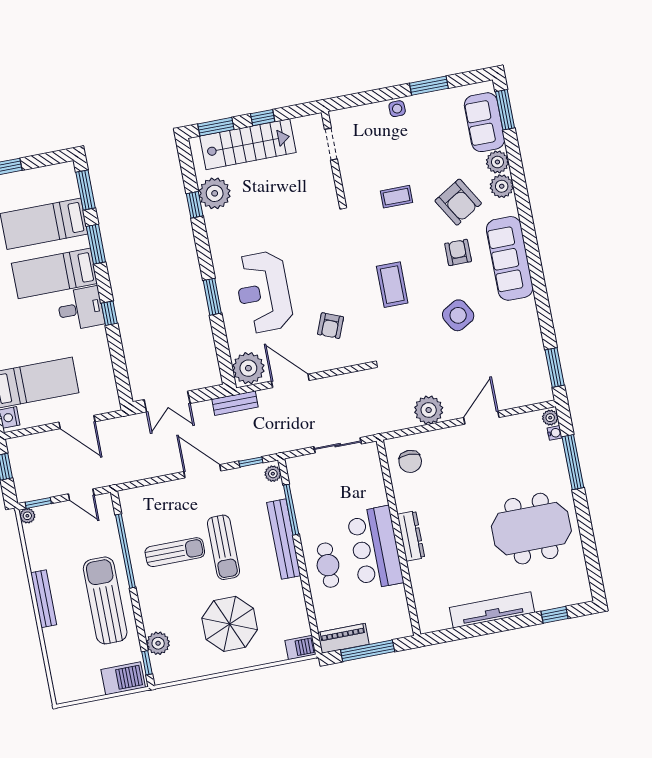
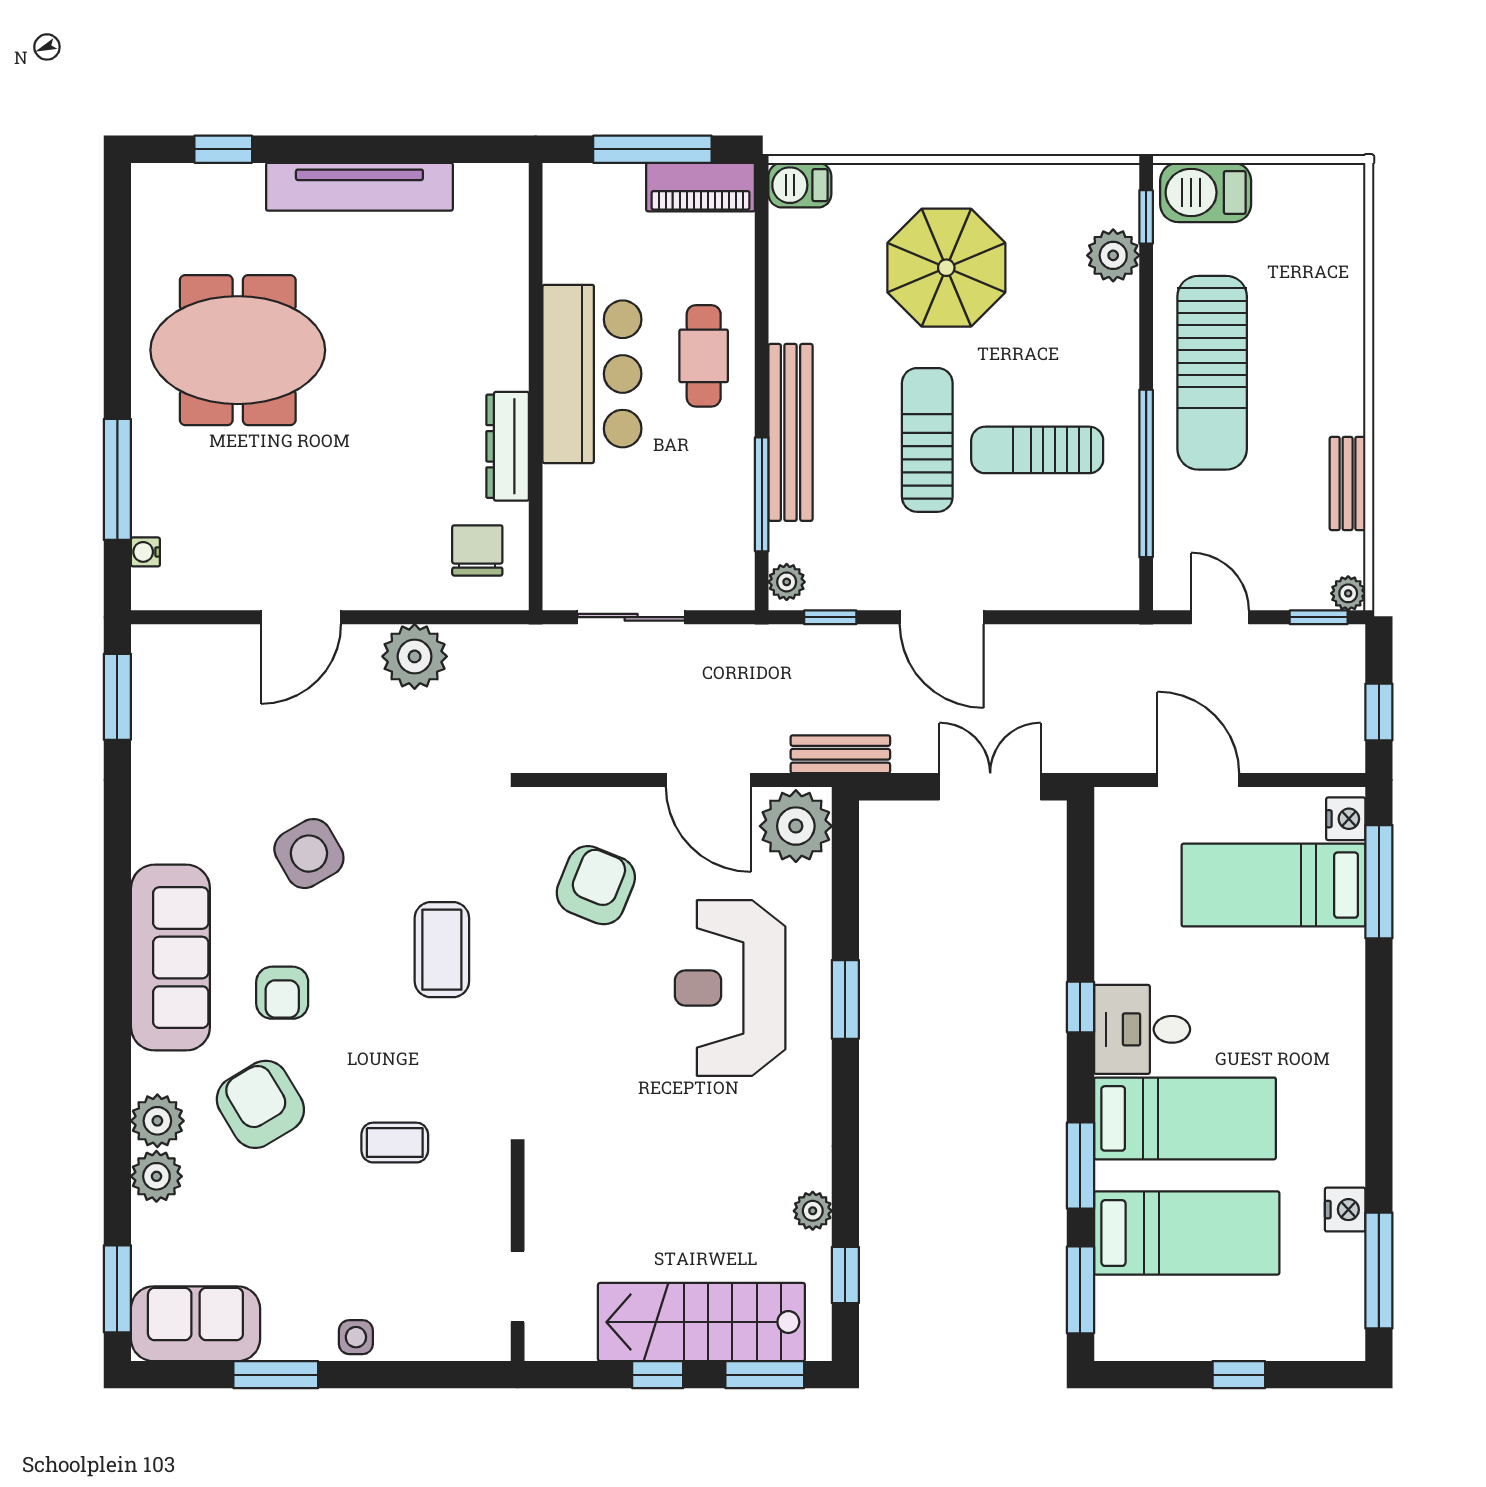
sofa: (484, 122) -> (195, 1324), moved, turned -90
plant: (215, 193) -> (813, 1211), width x0.53, depth x0.53
window: (195, 205) -> (845, 1275), moved
reception desk: (263, 292) -> (730, 988), turned 180
armchair: (331, 326) -> (596, 885), width x1.38, depth x1.38
plant: (550, 418) -> (149, 588), removed
dresser: (411, 536) -> (508, 446), moved
bench: (44, 599) -> (1348, 484), moved, width x0.73

